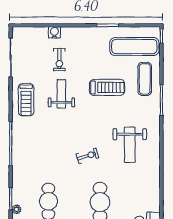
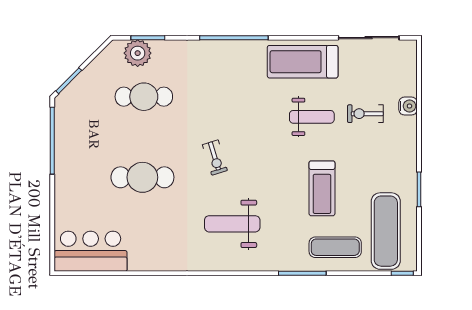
treadmill: (26, 100) -> (303, 62), width x1.37, depth x1.38
plant: (17, 209) -> (138, 53), width x1.87, depth x1.87

